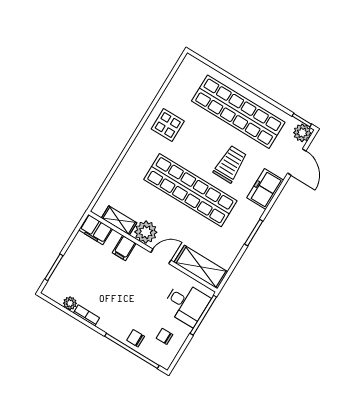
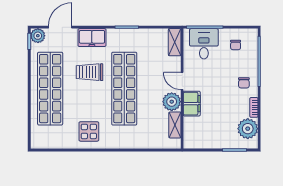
filing cabinet: (96, 230) -> (191, 137), removed
filing cabinet: (124, 248) -> (192, 104), width x2.00
shelving: (201, 267) -> (175, 42), width x0.67, depth x0.75
plant: (70, 303) -> (248, 129), width x1.87, depth x1.87
chair: (136, 338) -> (244, 83), moved

